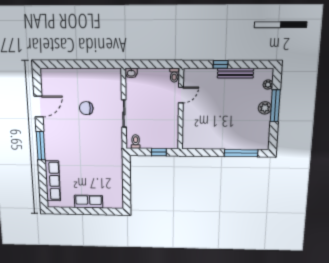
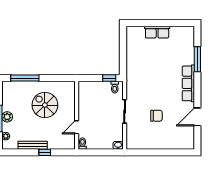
spiral stairs: (218, 122) -> (45, 105), added
window: (41, 146) -> (197, 59), moved
window: (159, 152) -> (109, 78), moved
row of seats: (53, 181) -> (188, 83), moved

